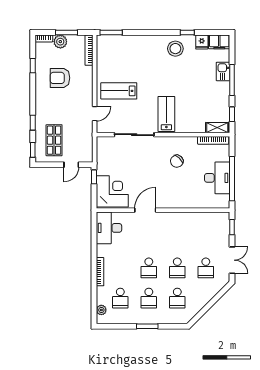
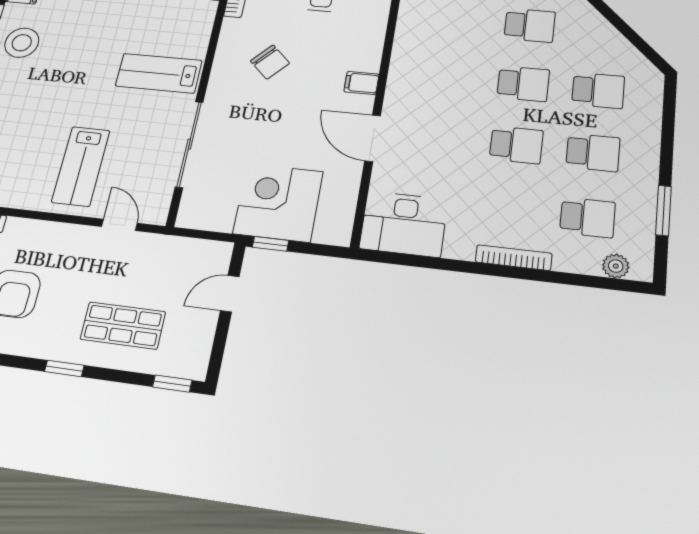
window: (33, 123) -> (64, 368), moved
shop shelf: (54, 140) -> (123, 325), moved
door: (71, 165) -> (230, 294), swing flipped
corner desk: (112, 191) -> (278, 202), moved
filing cabinet: (171, 202) -> (361, 83), added
window: (147, 326) -> (663, 210), moved

